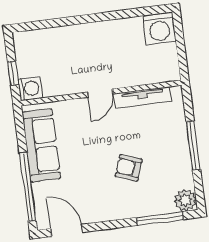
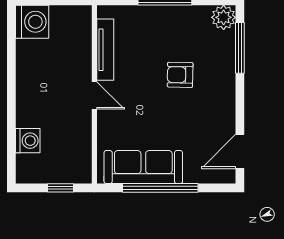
washing machine: (30, 89) -> (28, 141), moved, turned 90
armchair: (129, 168) -> (180, 75), turned 71
window: (28, 187) -> (160, 188), moved

